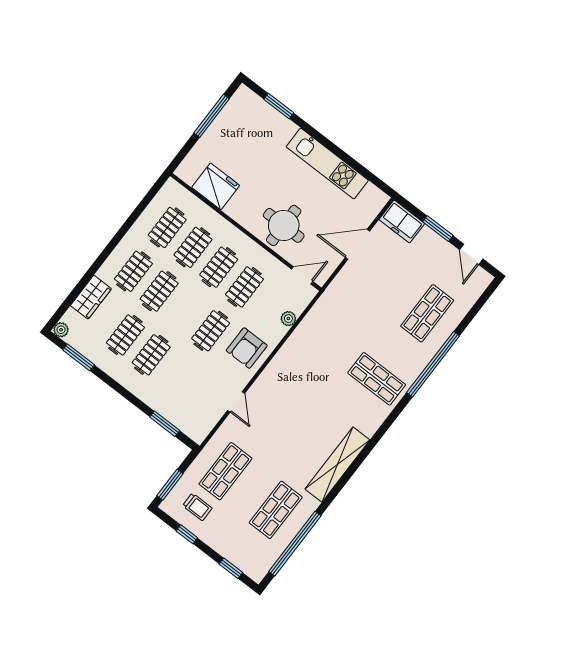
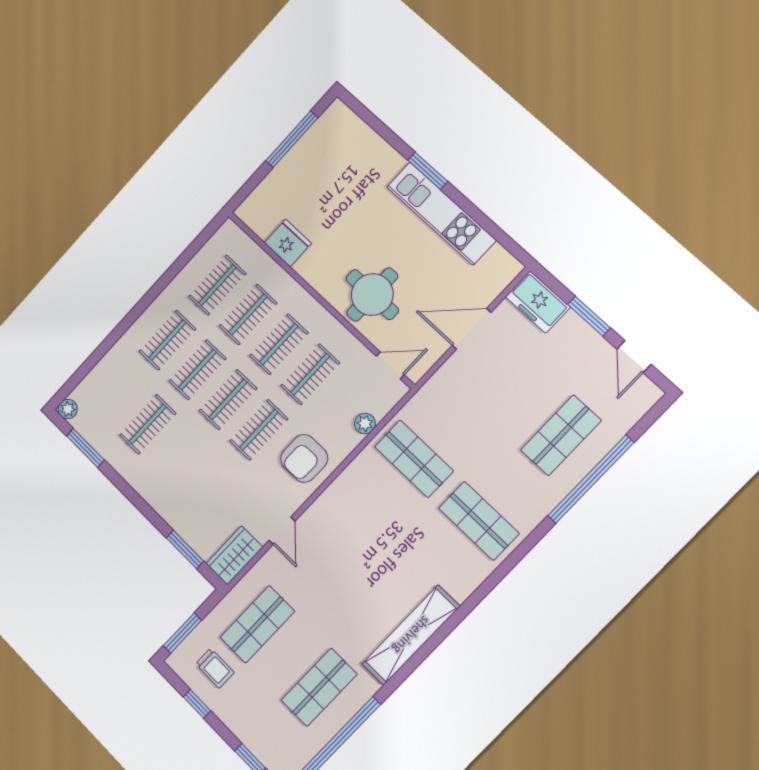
window: (279, 106) -> (428, 171), moved
fridge: (216, 186) -> (288, 243), width x0.73, depth x0.75
wardrobe: (91, 297) -> (234, 555), moved, turned 180
shop shelf: (326, 340) -> (414, 459), added
clothes rail: (151, 355) -> (228, 400), moved
window: (433, 364) -> (591, 479), moved

